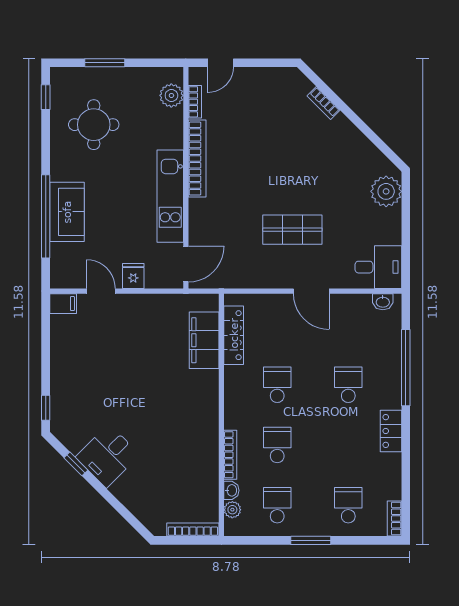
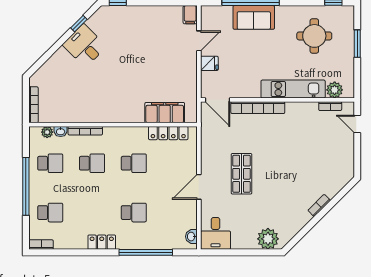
bookcase: (324, 103) -> (319, 205), moved
bookcase: (197, 159) -> (258, 108), moved
kitchen unit: (170, 196) -> (293, 89), moved
window: (311, 540) -> (26, 186), width x2.11

